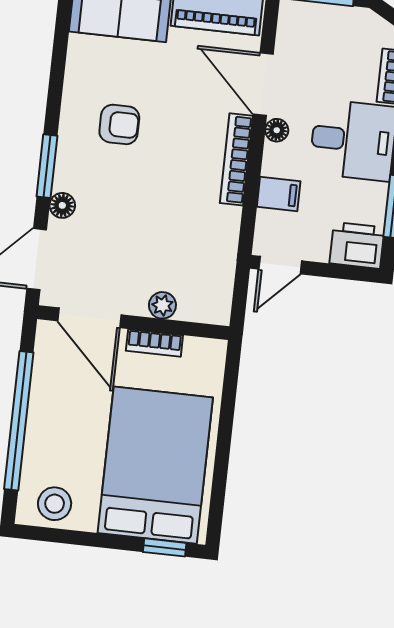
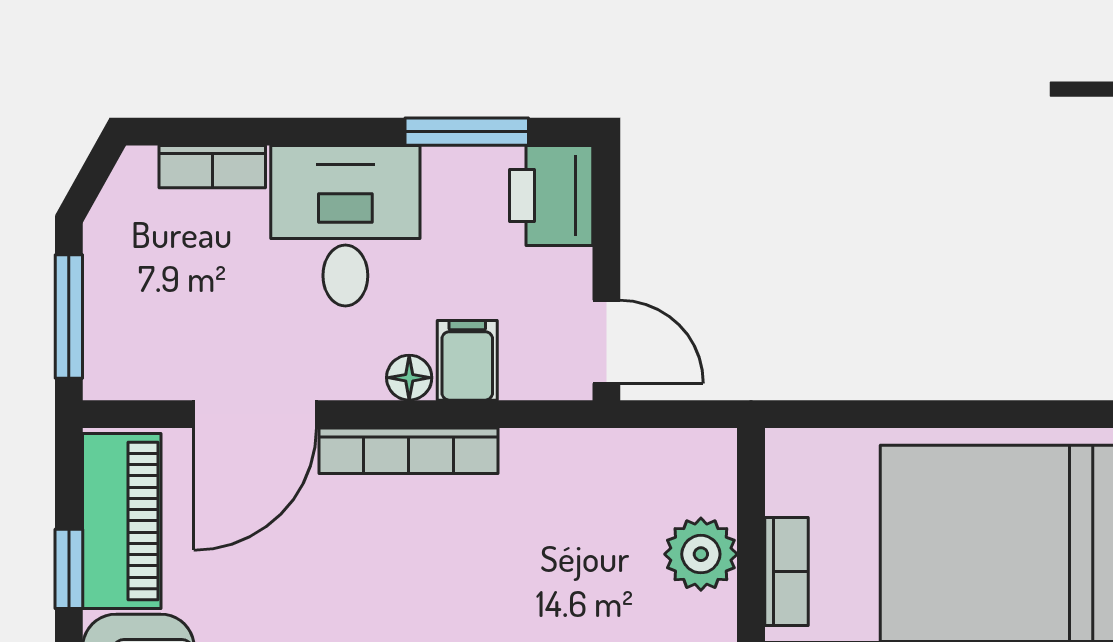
floor lamp: (277, 130) -> (409, 378), moved
plant: (162, 305) -> (701, 554), width x1.38, depth x1.38

